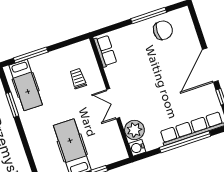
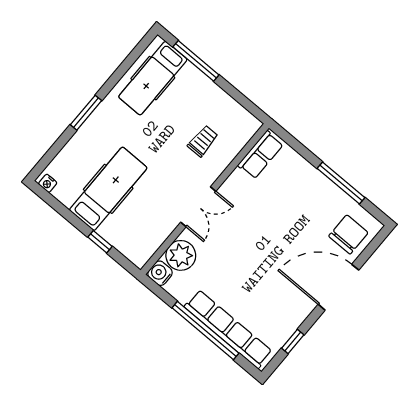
chair: (163, 30) -> (348, 234), moved, turned -90
door: (210, 65) -> (338, 287), moved
double door: (113, 104) -> (198, 207), swing flipped
window: (12, 105) -> (86, 113), moved

